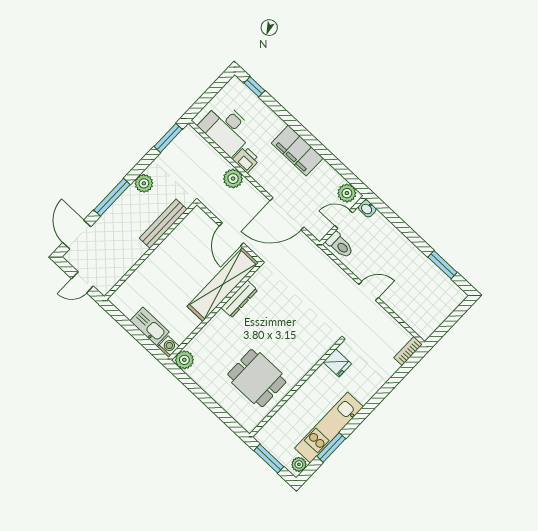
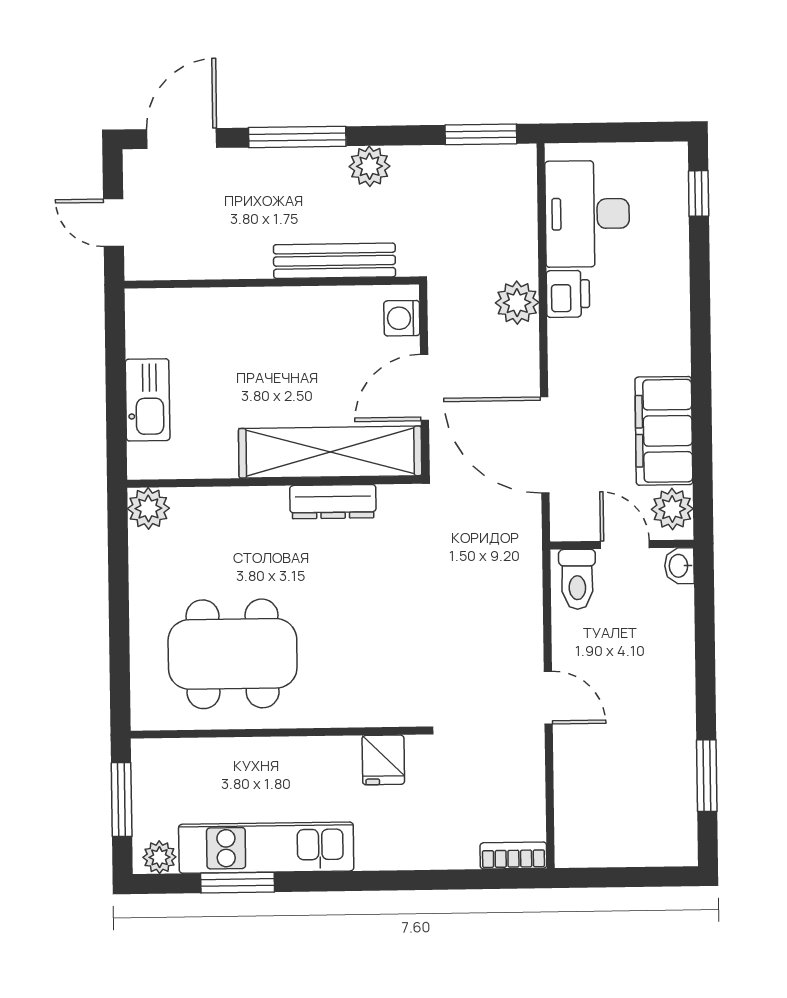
filing cabinet: (297, 151) -> (664, 431), moved
washing machine: (168, 347) -> (402, 318), moved, turned 180
dining table: (257, 378) -> (233, 654), width x1.38

